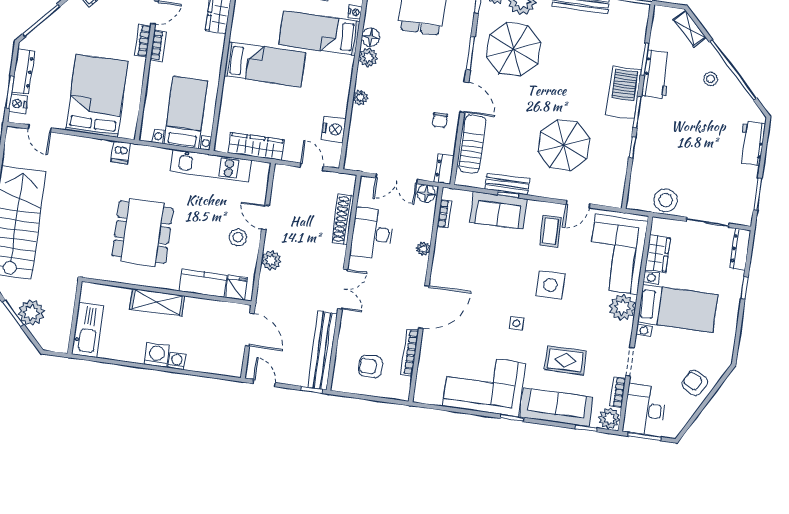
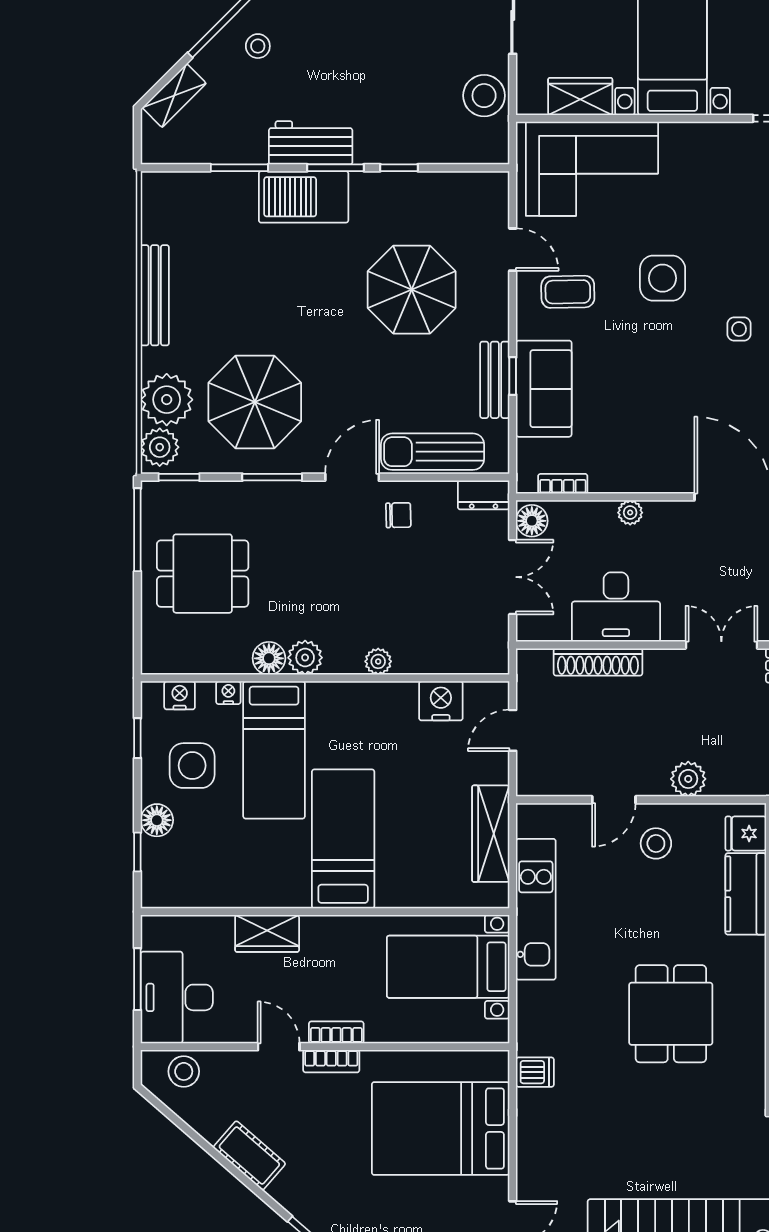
workbench: (657, 74) -> (311, 143), moved
dining table: (142, 232) -> (671, 1014), width x0.73
plant: (622, 307) -> (684, 145), removed

